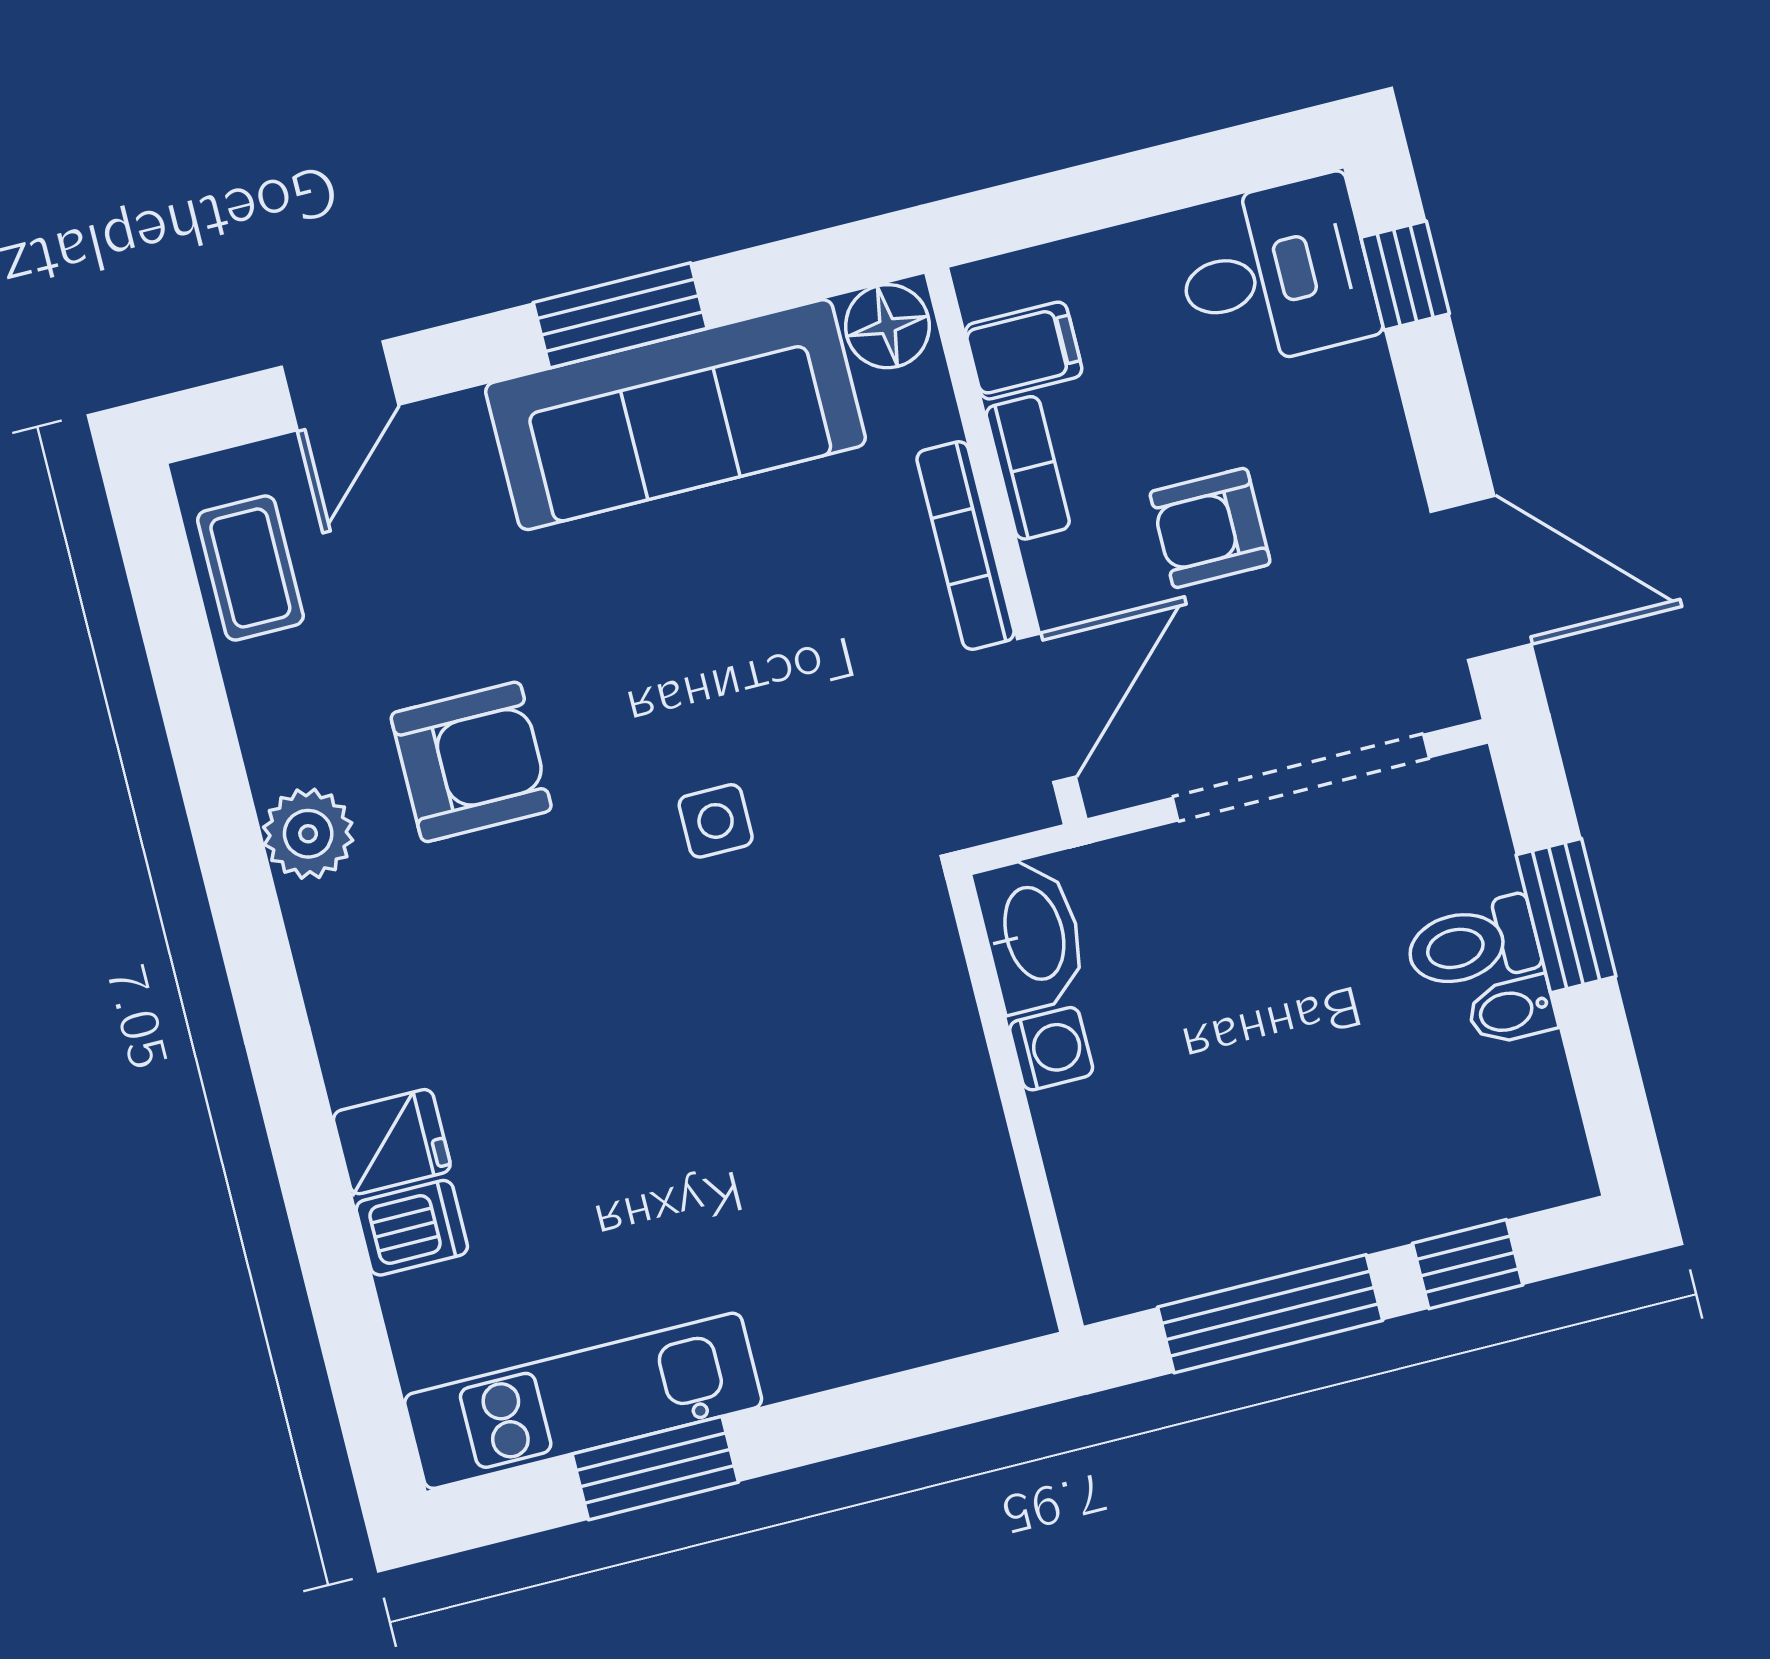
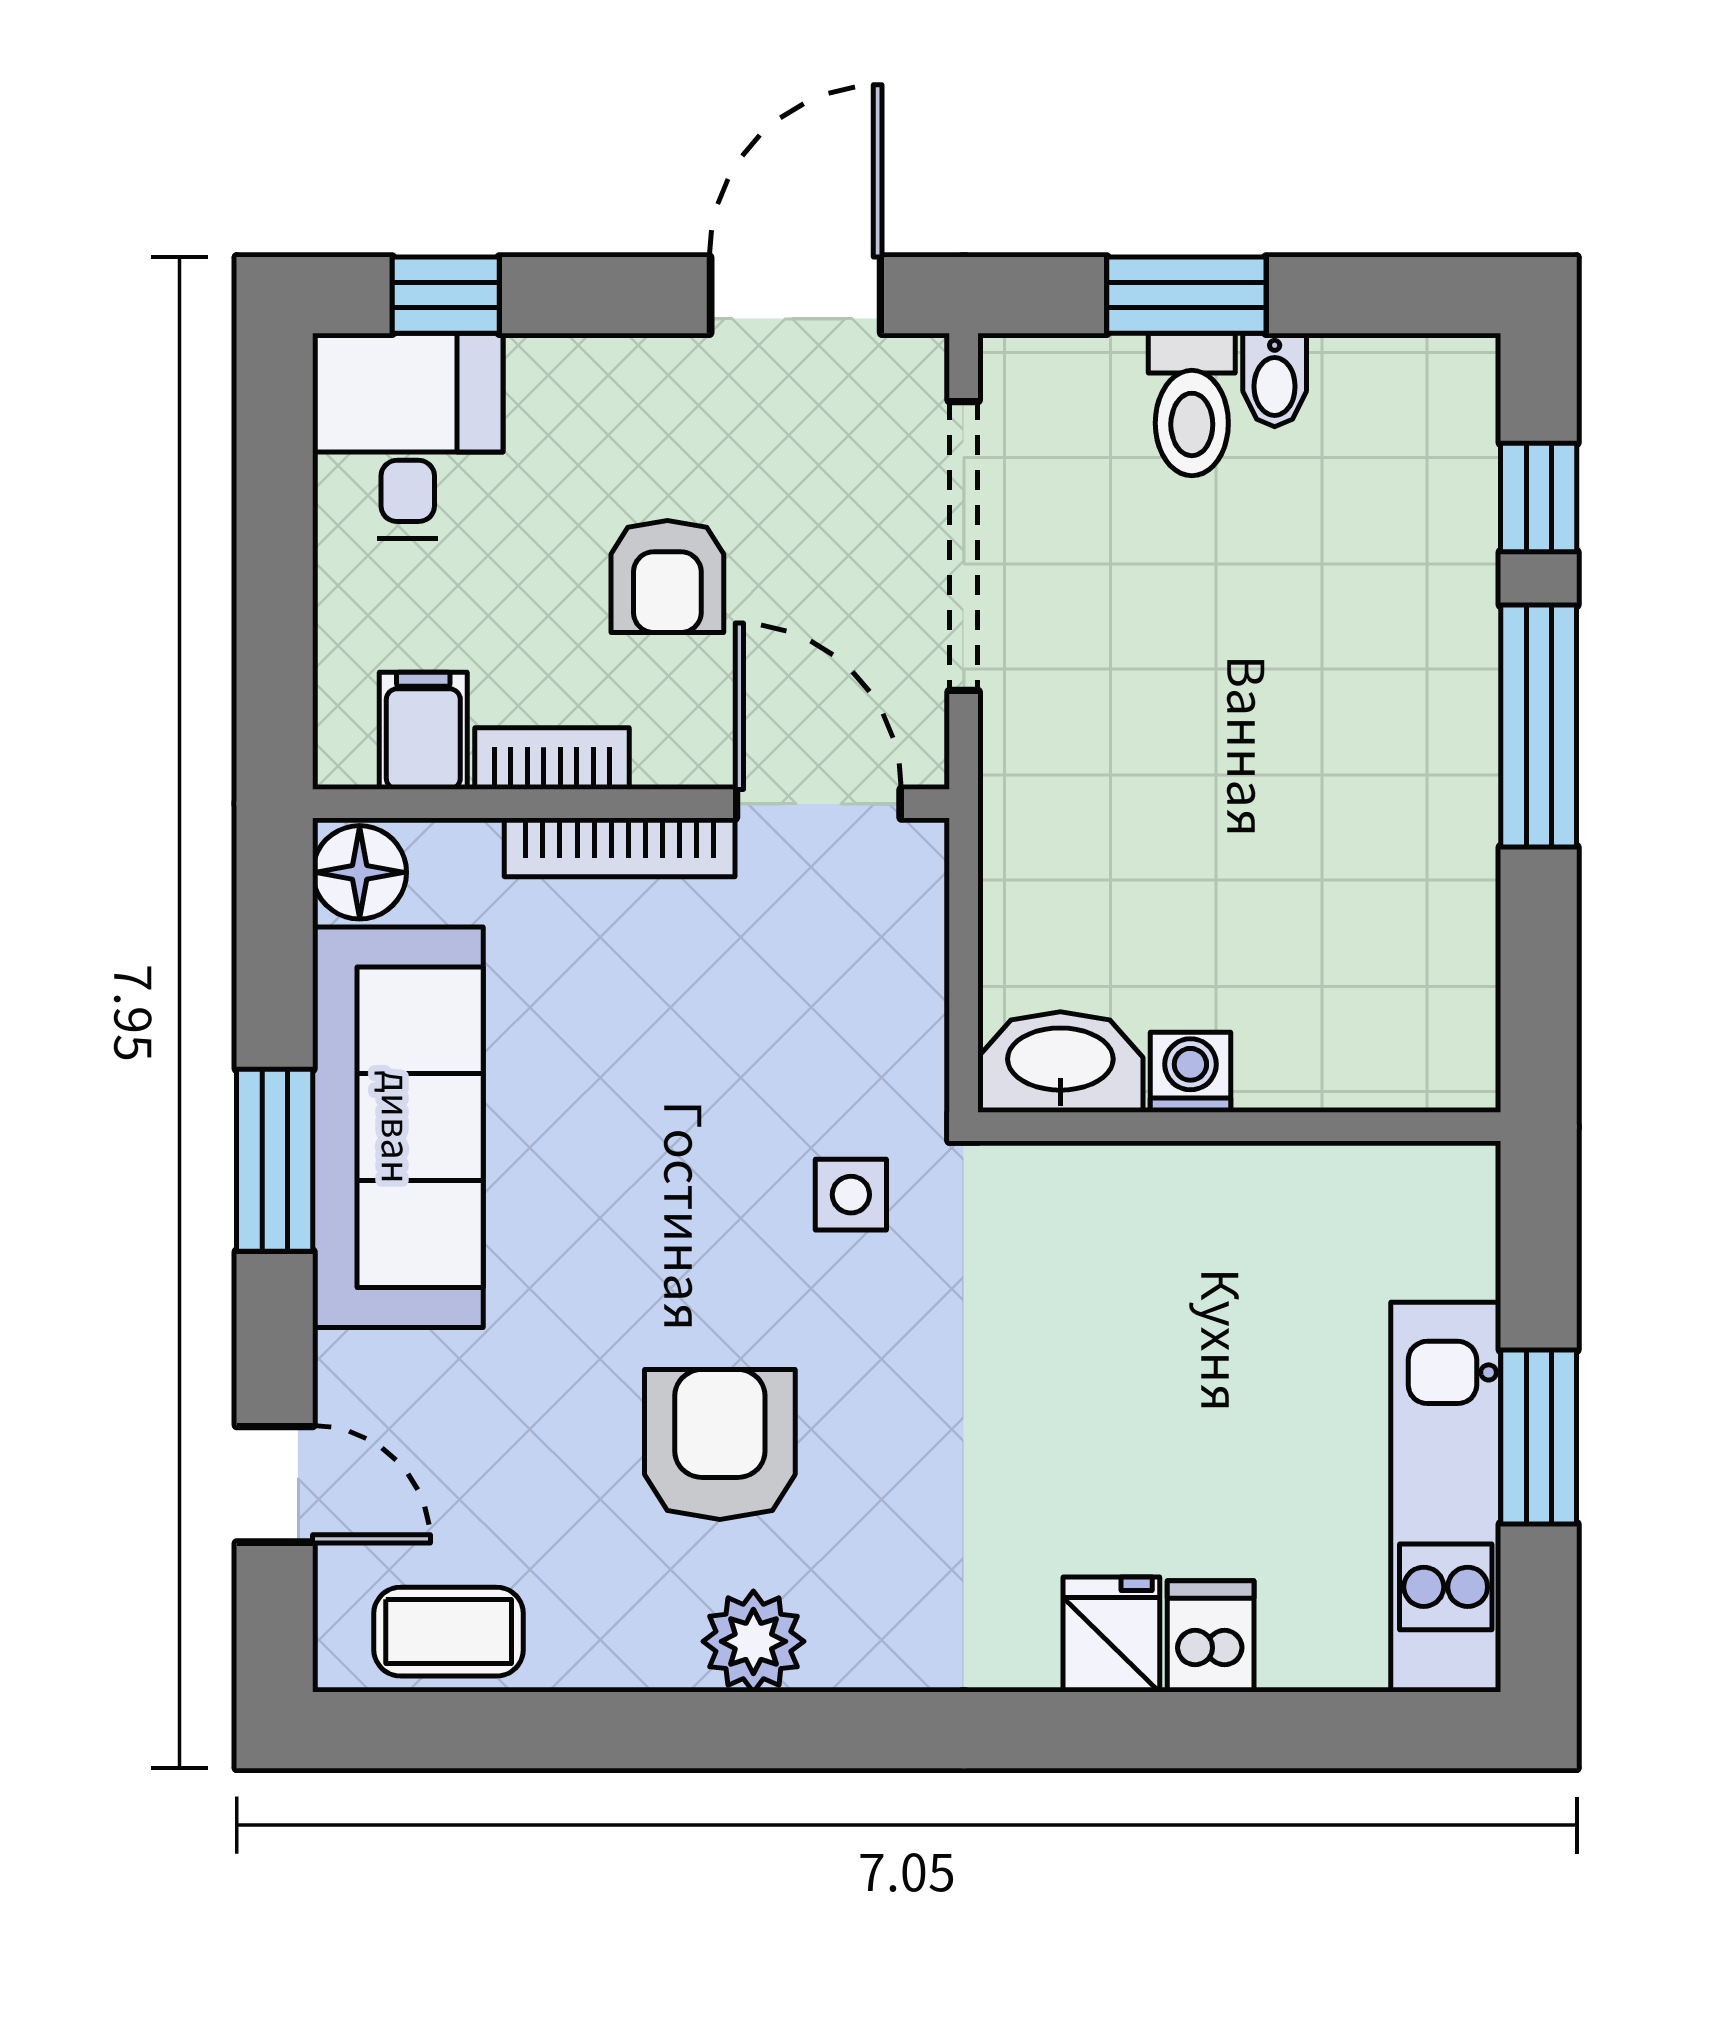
washbasin: (1032, 934) -> (1060, 1062), moved
washing machine: (1051, 1049) -> (1190, 1072), moved
wall: (1015, 1103) -> (1239, 1127), moved

